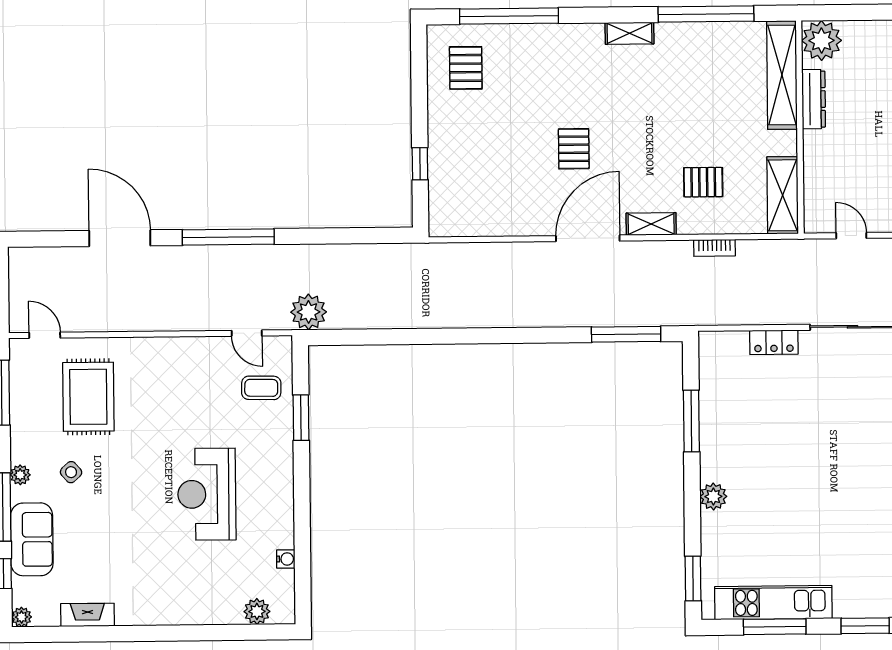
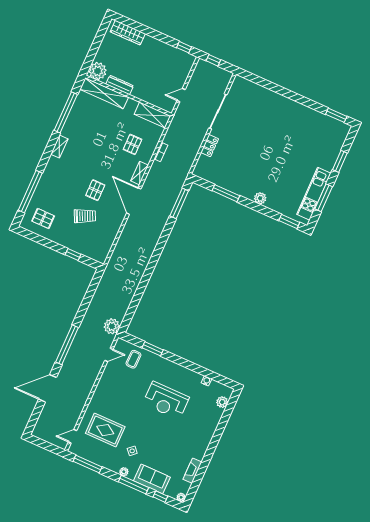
pallet: (574, 149) -> (95, 190), turned 90
trolley: (510, 152) -> (85, 216), added

